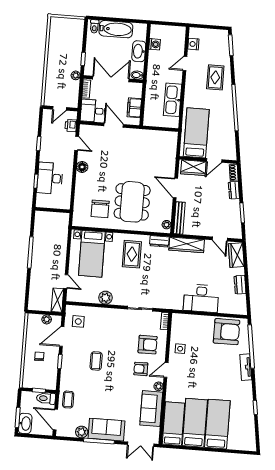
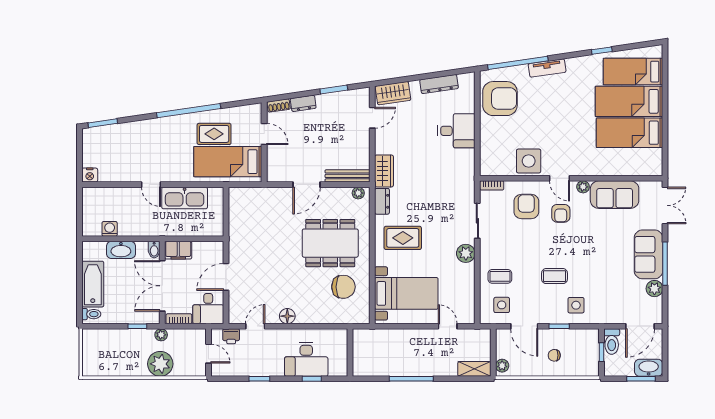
nightstand: (193, 44) -> (90, 175), moved
door: (185, 63) -> (151, 185), moved
plant: (55, 73) -> (160, 364), added
rug: (215, 77) -> (214, 134), moved
filing cabinet: (134, 108) -> (178, 250), moved
wardrobe: (193, 168) -> (276, 162), removed
wardrobe: (187, 245) -> (384, 171), width x0.67
door: (66, 282) -> (448, 326), hinge flipped
dresser: (240, 285) -> (439, 84), width x1.44
plant: (106, 298) -> (466, 253), moved
desk: (201, 298) -> (456, 131), width x0.73
shelving: (57, 300) -> (474, 369), moved
plant: (47, 319) -> (502, 366), moved
armchair: (227, 332) -> (500, 99), turned 90
side table: (180, 349) -> (529, 161), width x1.87, depth x1.87
side table: (74, 375) -> (576, 305), added
coffee table: (68, 400) -> (500, 276), moved
bed: (173, 424) -> (633, 72), moved

